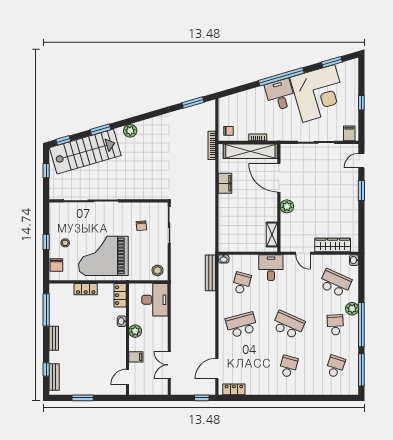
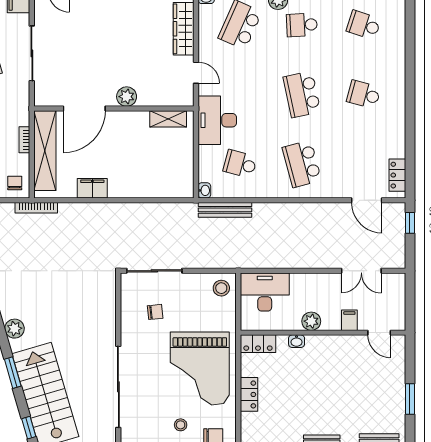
door: (303, 253) -> (196, 73), hinge flipped
desk: (271, 268) -> (217, 120), width x1.37
school desk: (288, 325) -> (302, 94), turned -36

